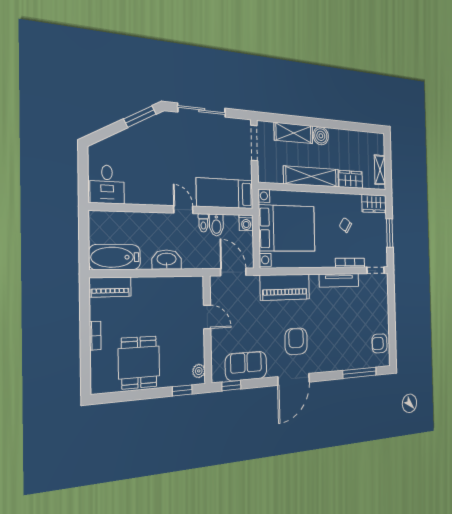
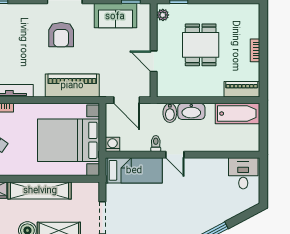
bidet: (216, 225) -> (170, 113), moved, turned 180
dining table: (139, 362) -> (201, 45), moved

